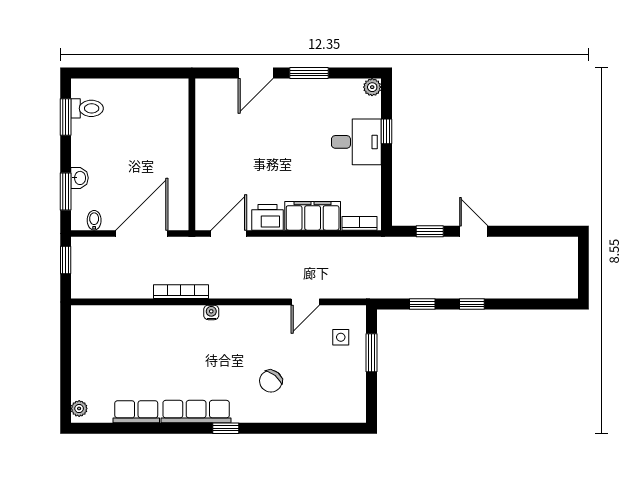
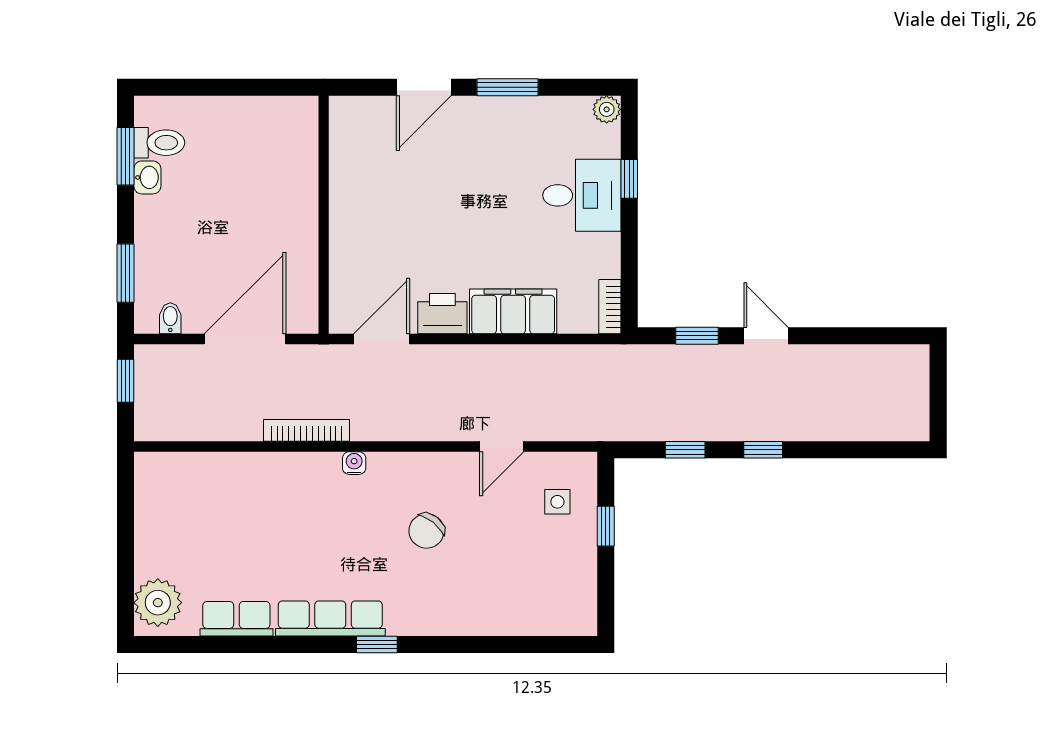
washbasin: (80, 178) -> (147, 177), moved
bookcase: (359, 223) -> (610, 307), moved, turned -90
window: (372, 353) -> (606, 526), width x0.67
chair: (271, 381) -> (426, 531), moved
plant: (79, 409) -> (158, 603), width x1.88, depth x1.88

